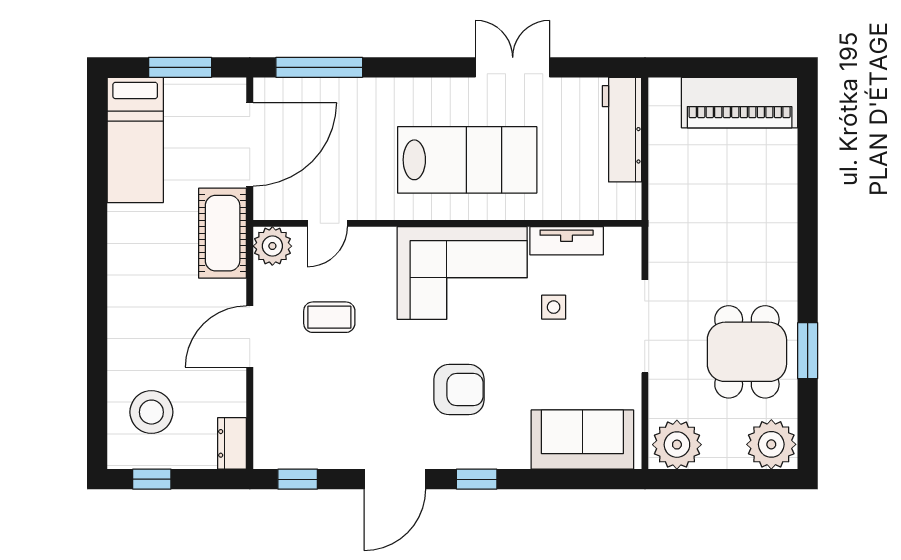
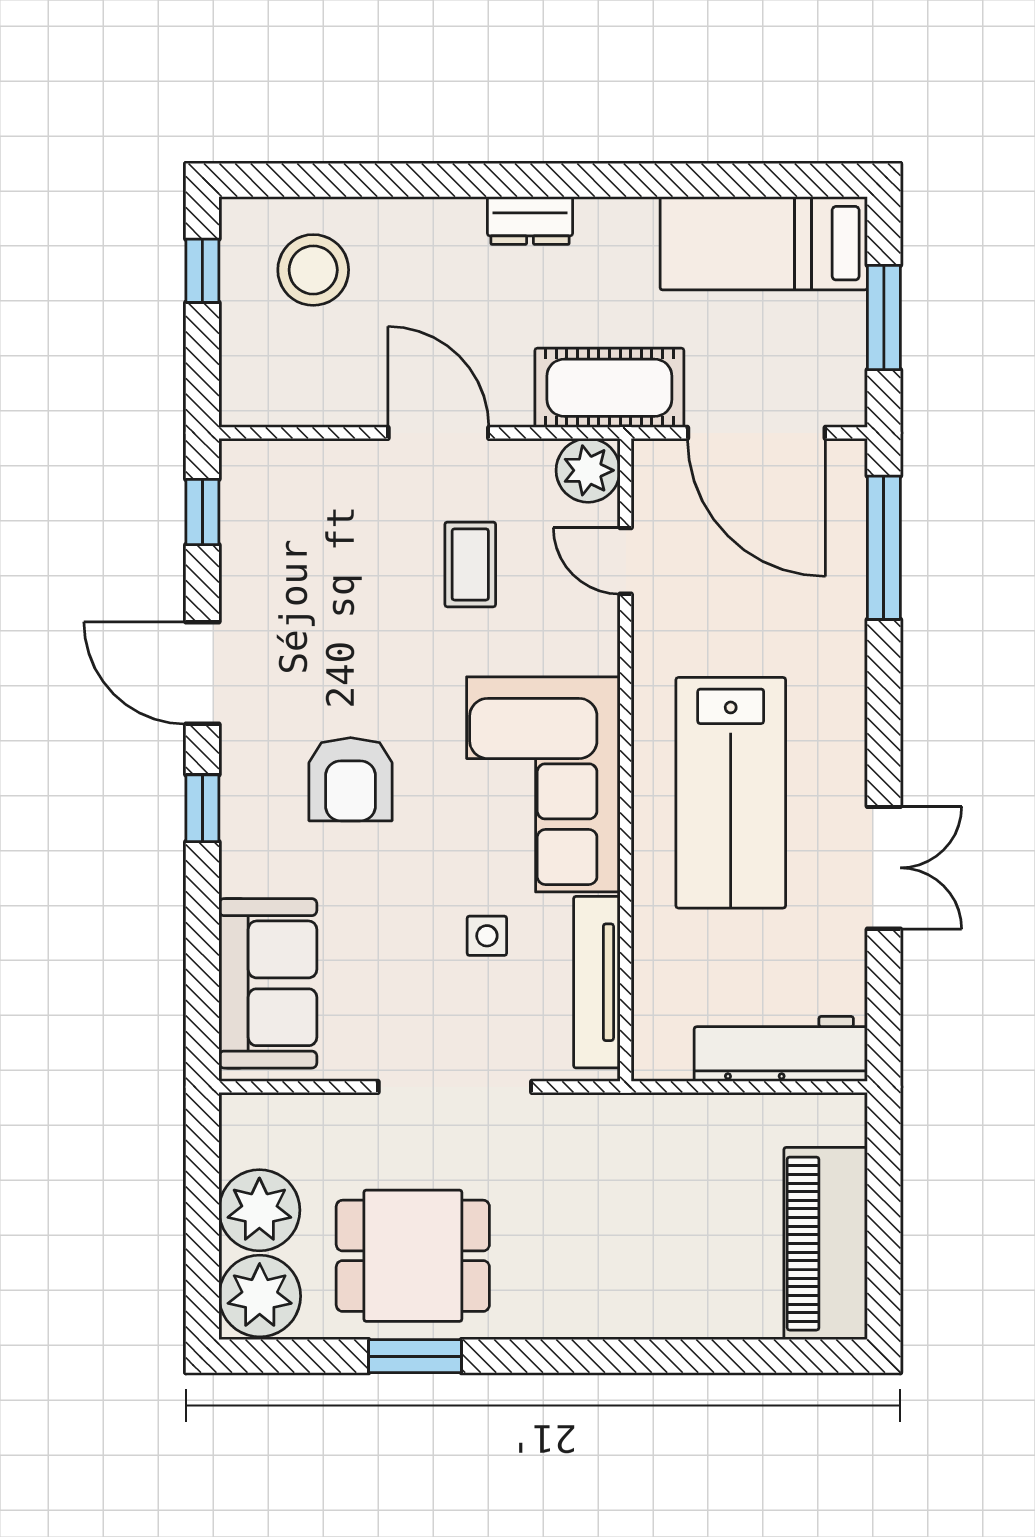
tv unit: (567, 241) -> (597, 982), width x1.41
dresser: (232, 443) -> (530, 220), moved, turned 180
plant: (677, 445) -> (259, 1210), moved

